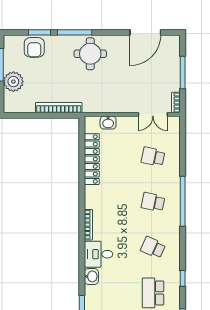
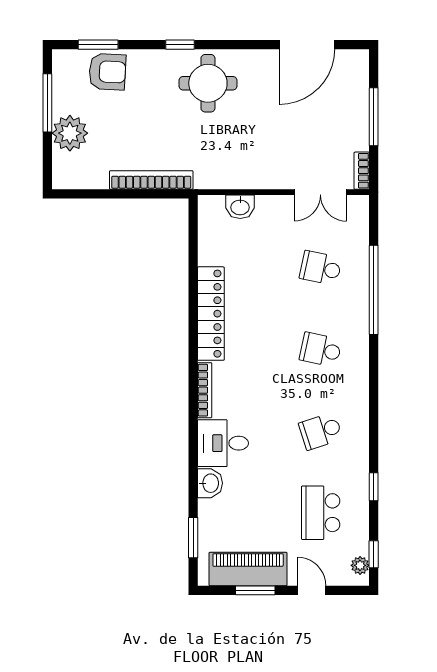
window: (39, 32) -> (98, 45), moved
window: (75, 32) -> (180, 45), width x0.46
armchair: (34, 47) -> (107, 72), turned -87
locker: (92, 159) -> (211, 314), moved
window: (183, 201) -> (374, 290), moved
school desk: (153, 247) -> (321, 431), turned -42

